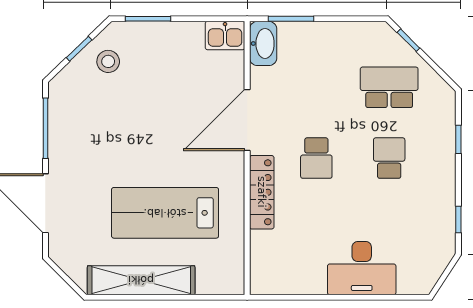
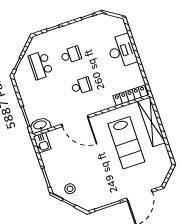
school desk: (389, 158) -> (71, 55), turned 180
locker: (262, 192) -> (130, 96), moved
shelving: (141, 280) -> (151, 122), moved

